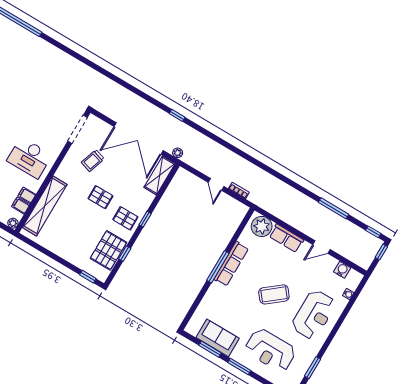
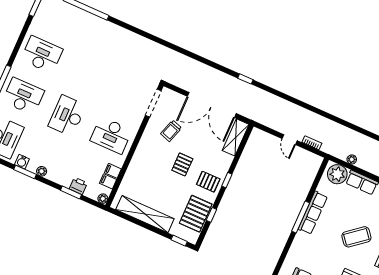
plant: (178, 153) -> (352, 159), moved
pallet: (100, 197) -> (182, 164), turned 90
shelving: (45, 206) -> (145, 214), moved, turned 90

